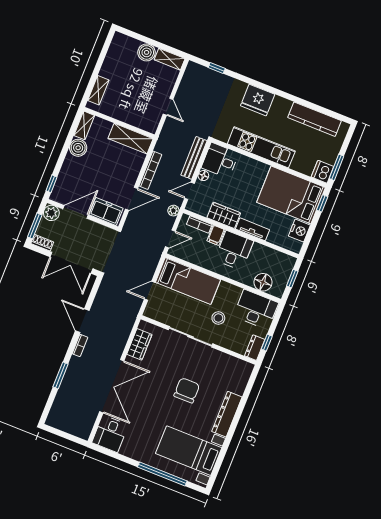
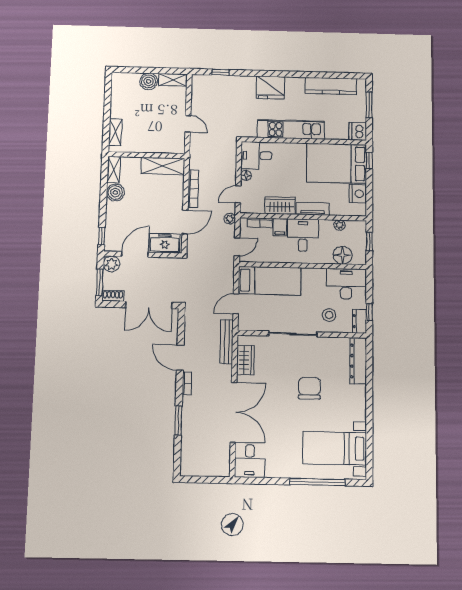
bench: (194, 158) -> (227, 342), moved
window: (336, 167) -> (369, 105), moved
plant: (271, 254) -> (340, 225), added
stool: (218, 318) -> (329, 315), moved
dresser: (227, 414) -> (358, 361), moved

